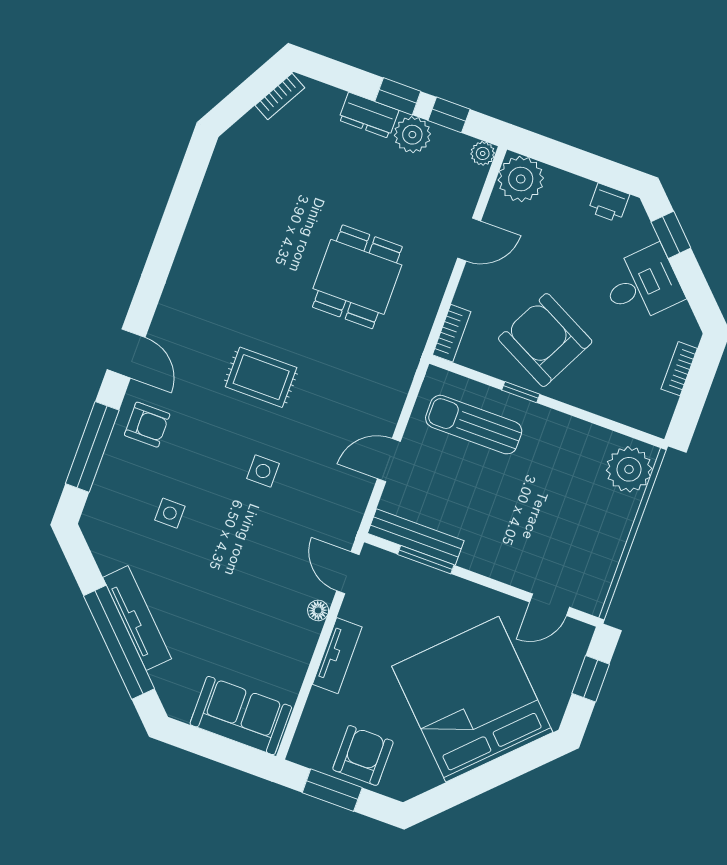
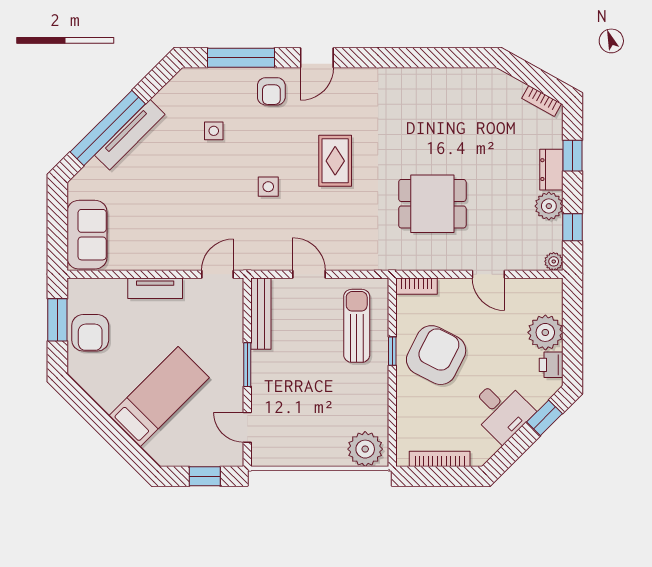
window: (398, 96) -> (573, 156), moved
plant: (521, 179) -> (545, 332), moved
bookcase: (679, 369) -> (440, 459), width x1.56
window: (426, 560) -> (247, 365), moved
floor lamp: (318, 610) -> (183, 263), removed
bed: (472, 699) -> (159, 397), width x0.49
armchair: (363, 755) -> (90, 333), turned 90

